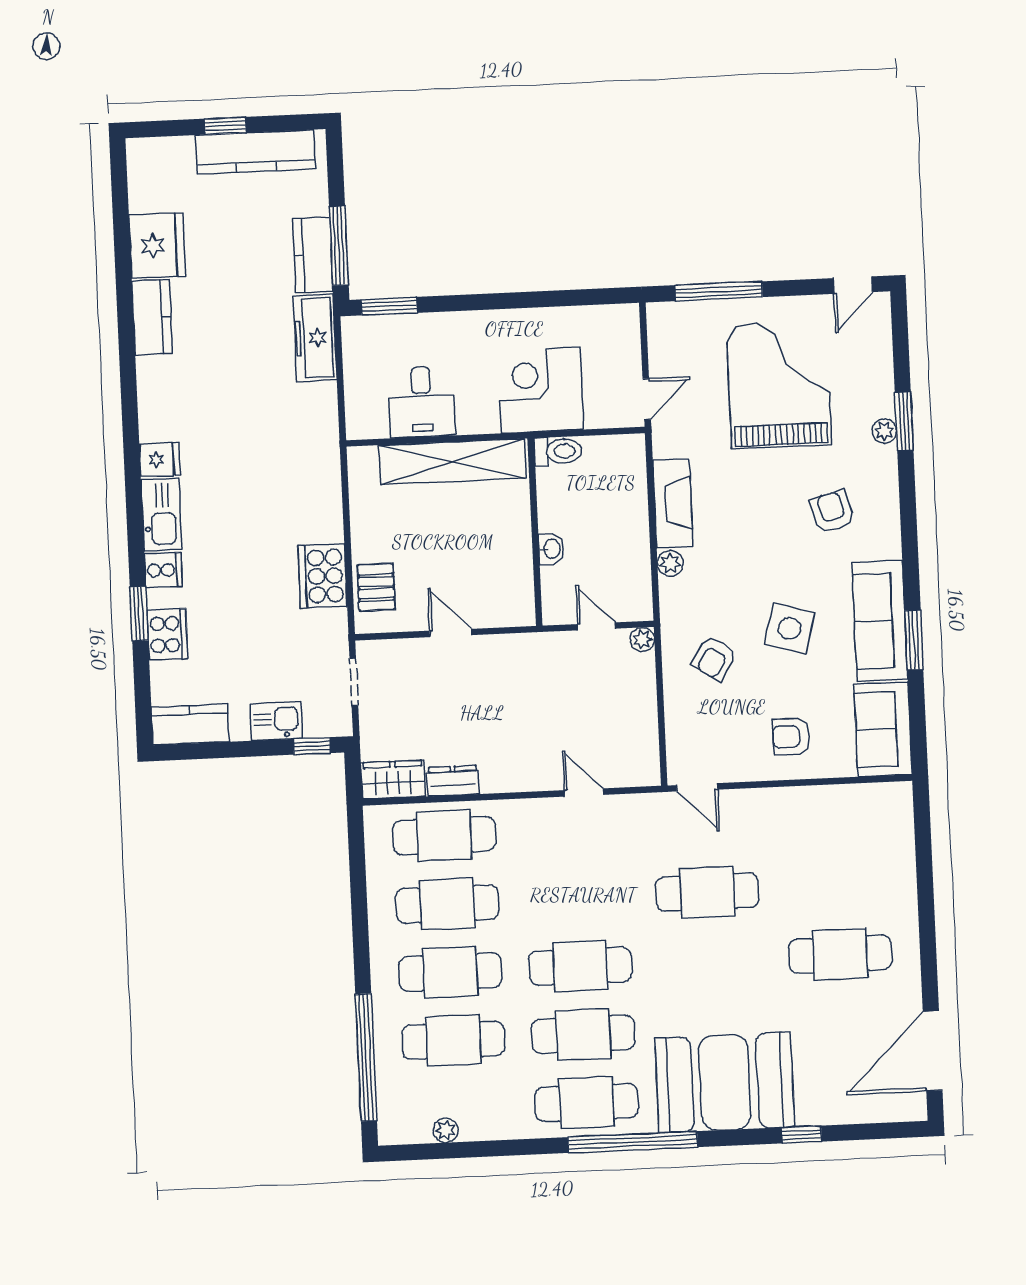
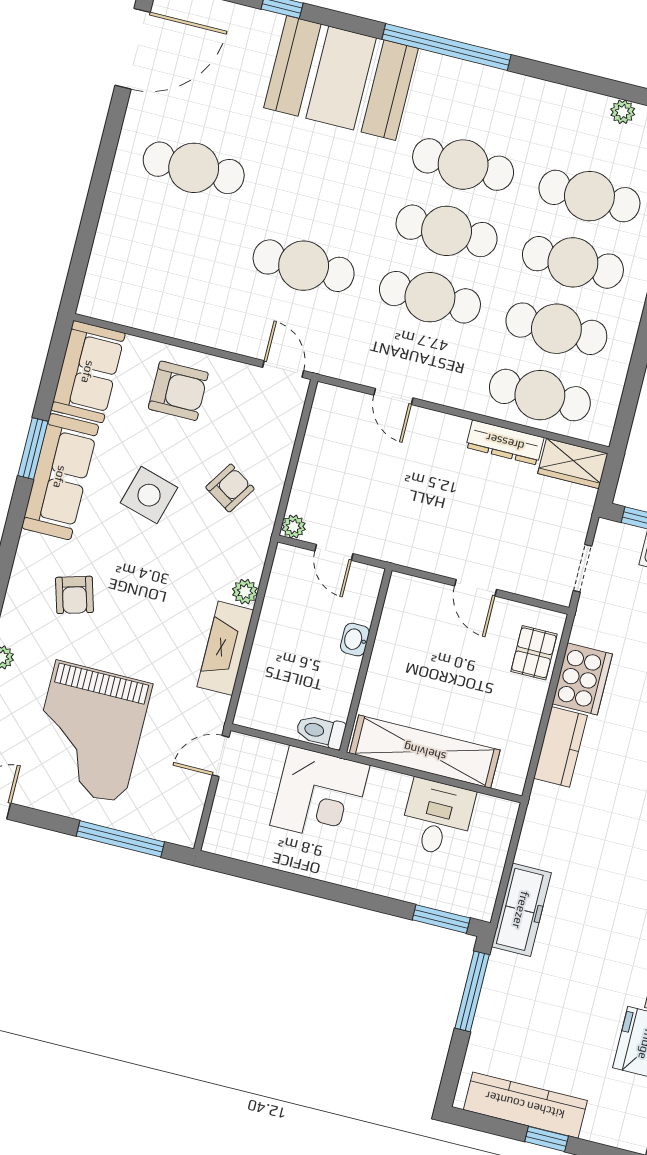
kitchen counter: (313, 255) -> (560, 747), moved
armchair: (791, 737) -> (178, 391), width x1.38, depth x1.38
dresser: (453, 781) -> (505, 442), width x1.44
cafe table: (586, 1103) -> (430, 297), moved

